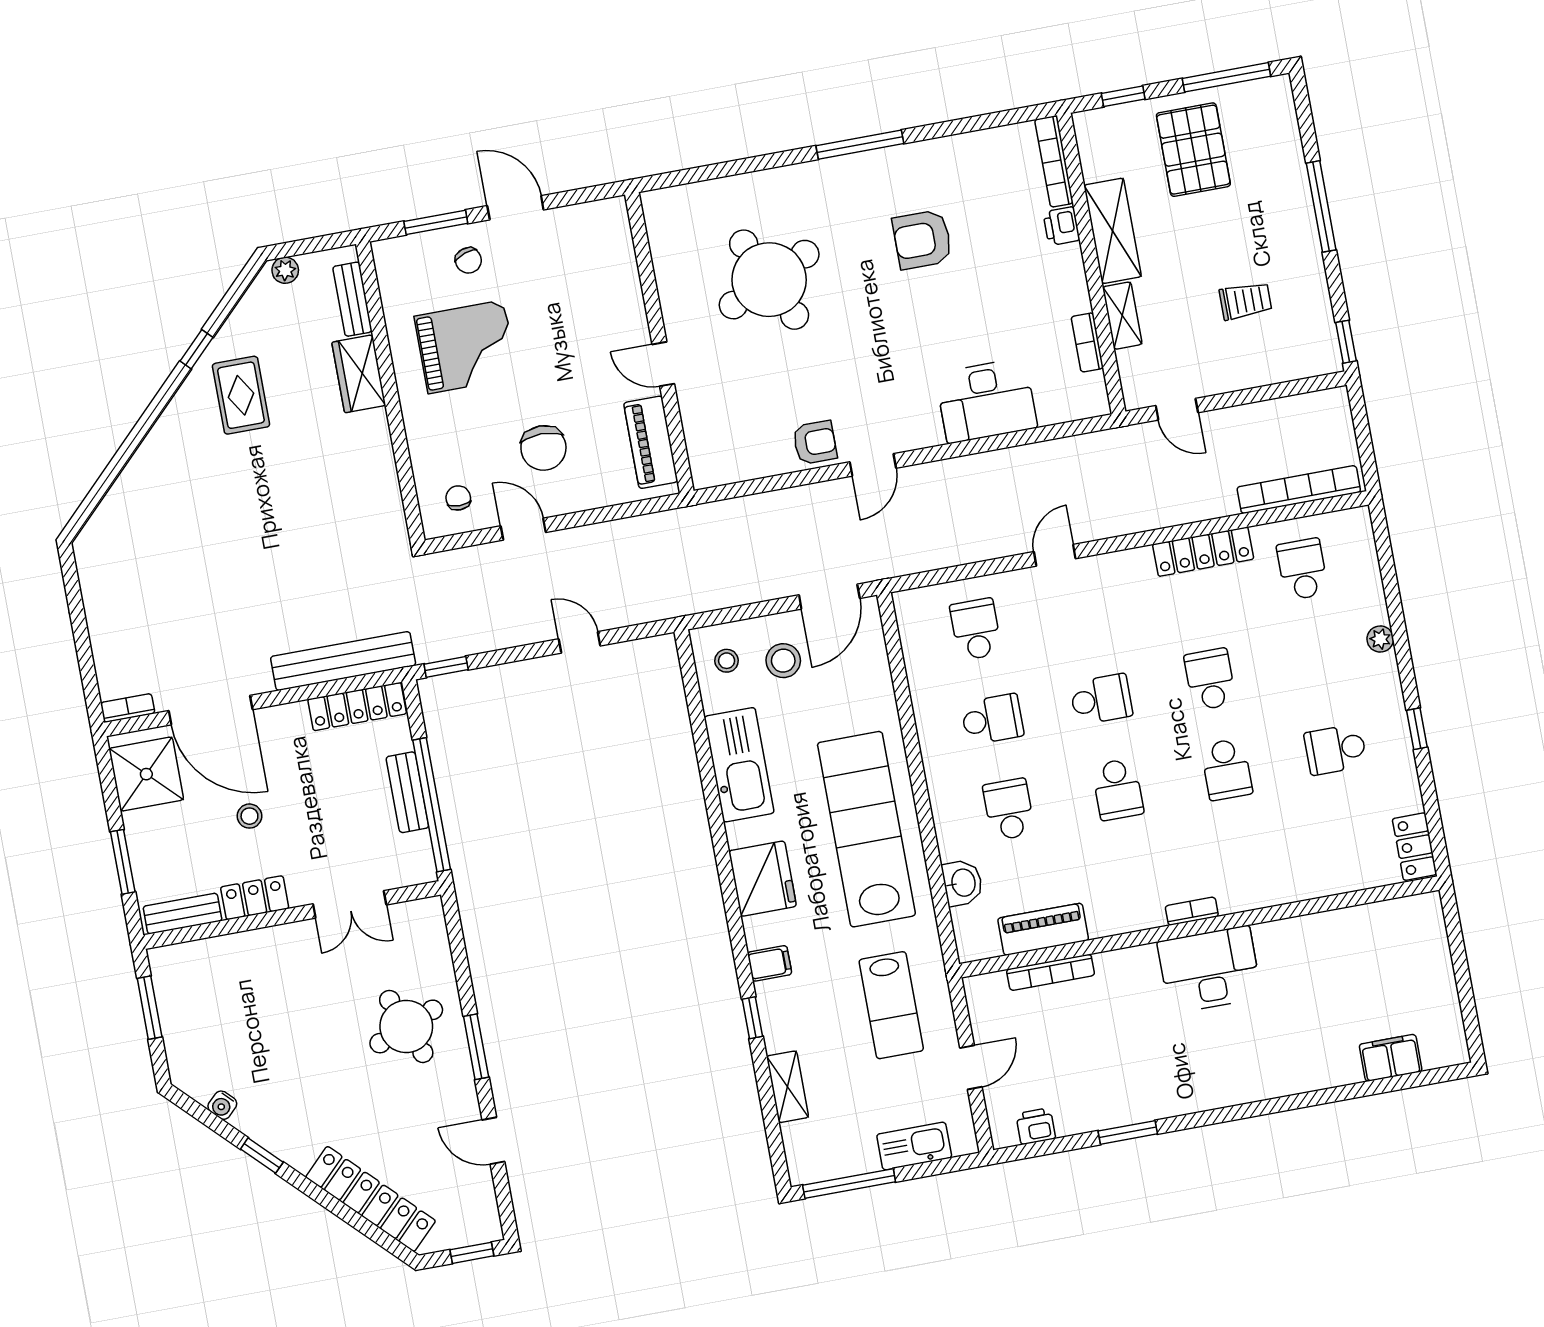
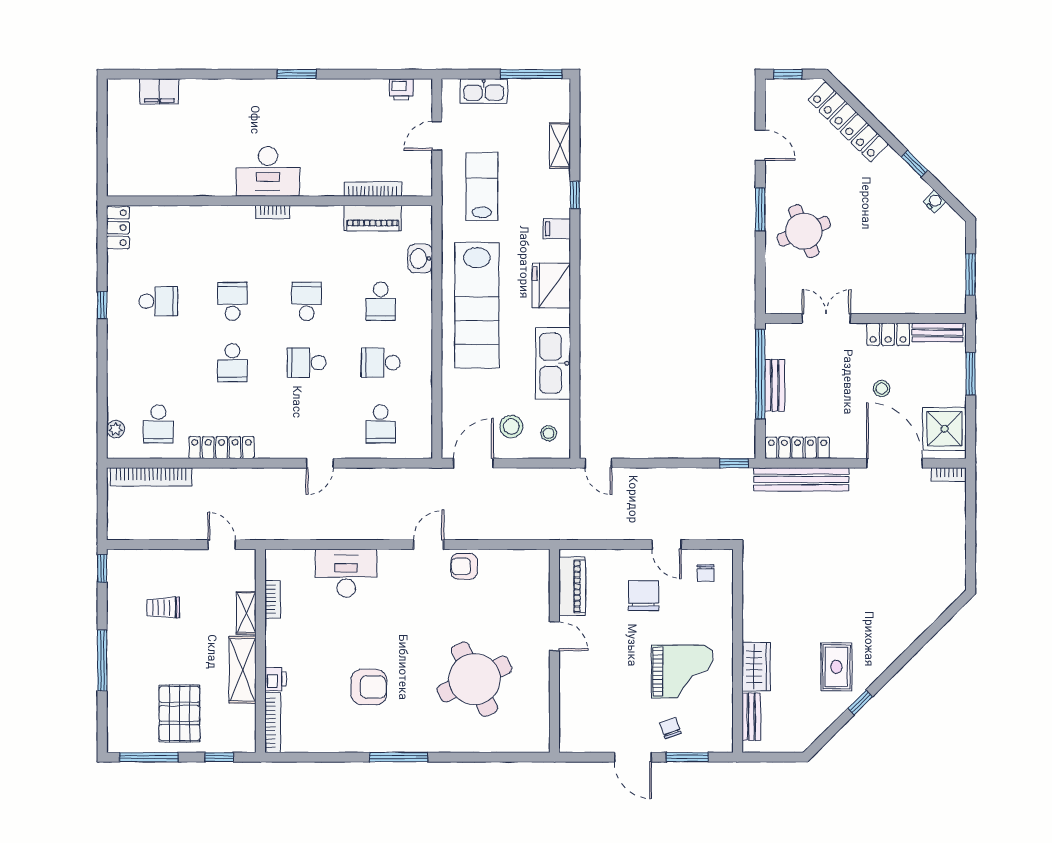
plant: (285, 270) -> (792, 744), removed
grand piano: (466, 347) -> (682, 671), turned 180
plant: (1380, 639) -> (115, 429), moved
door: (580, 642) -> (598, 463), moved
window: (1128, 1132) -> (297, 74), moved

